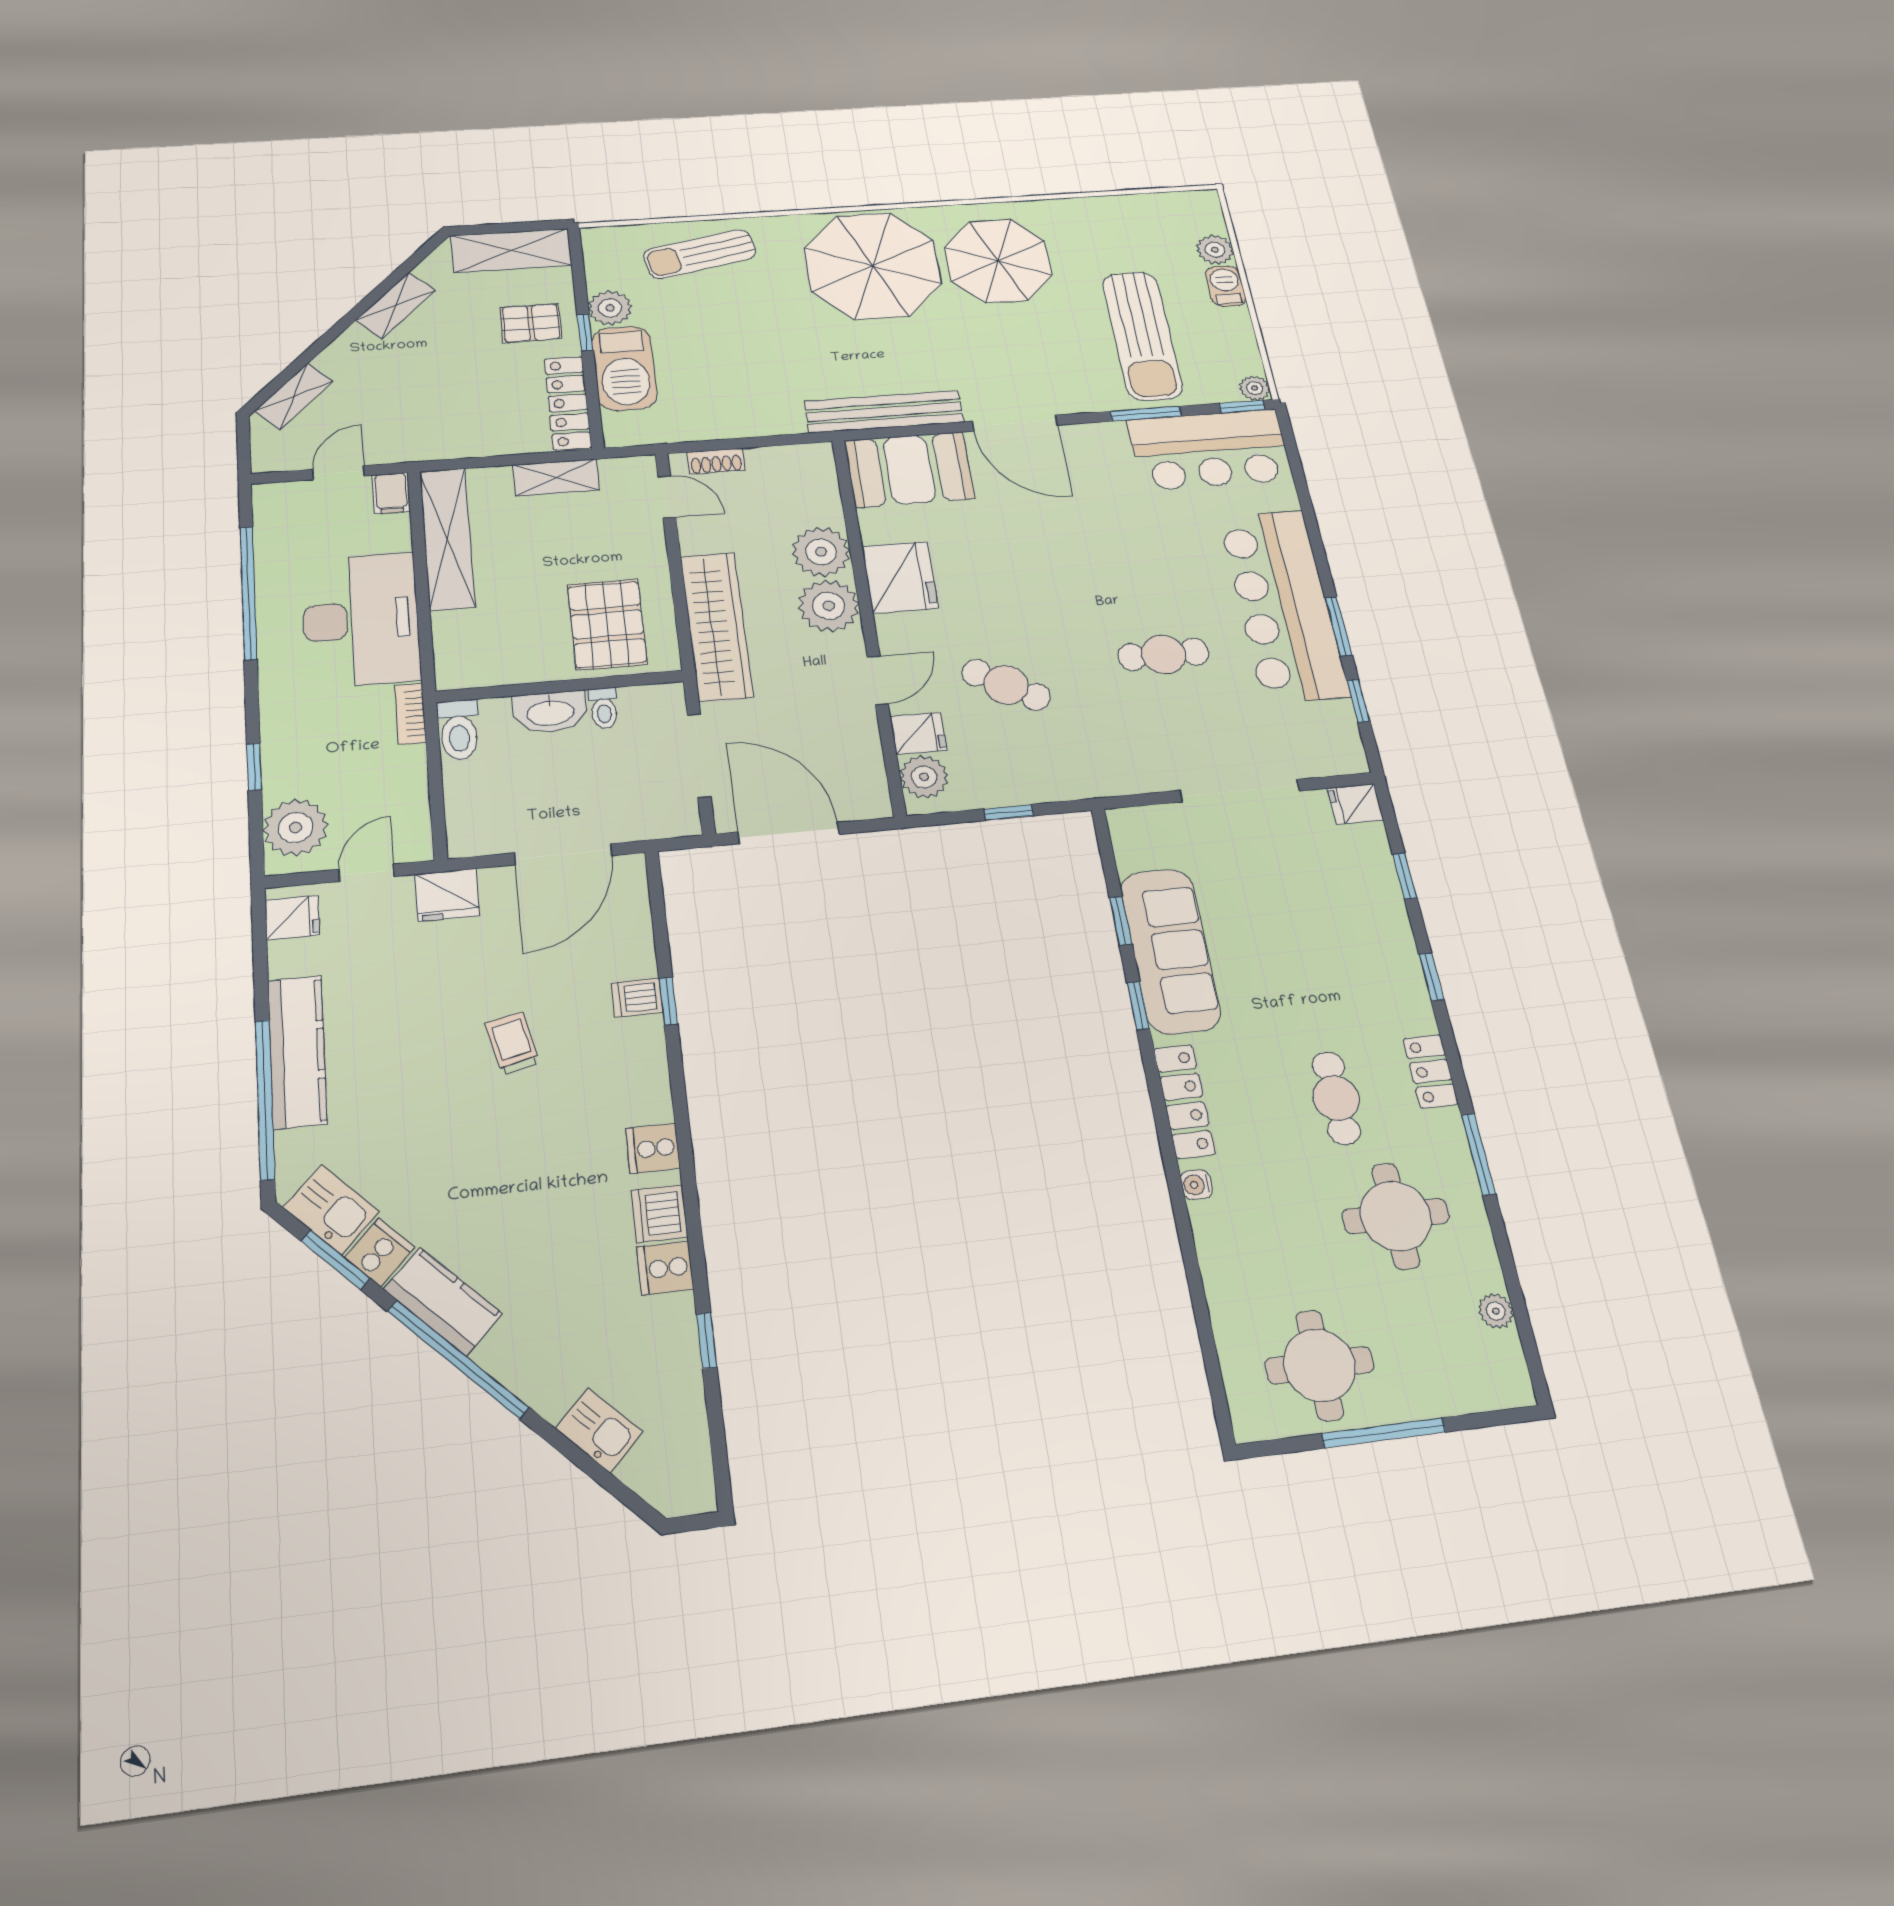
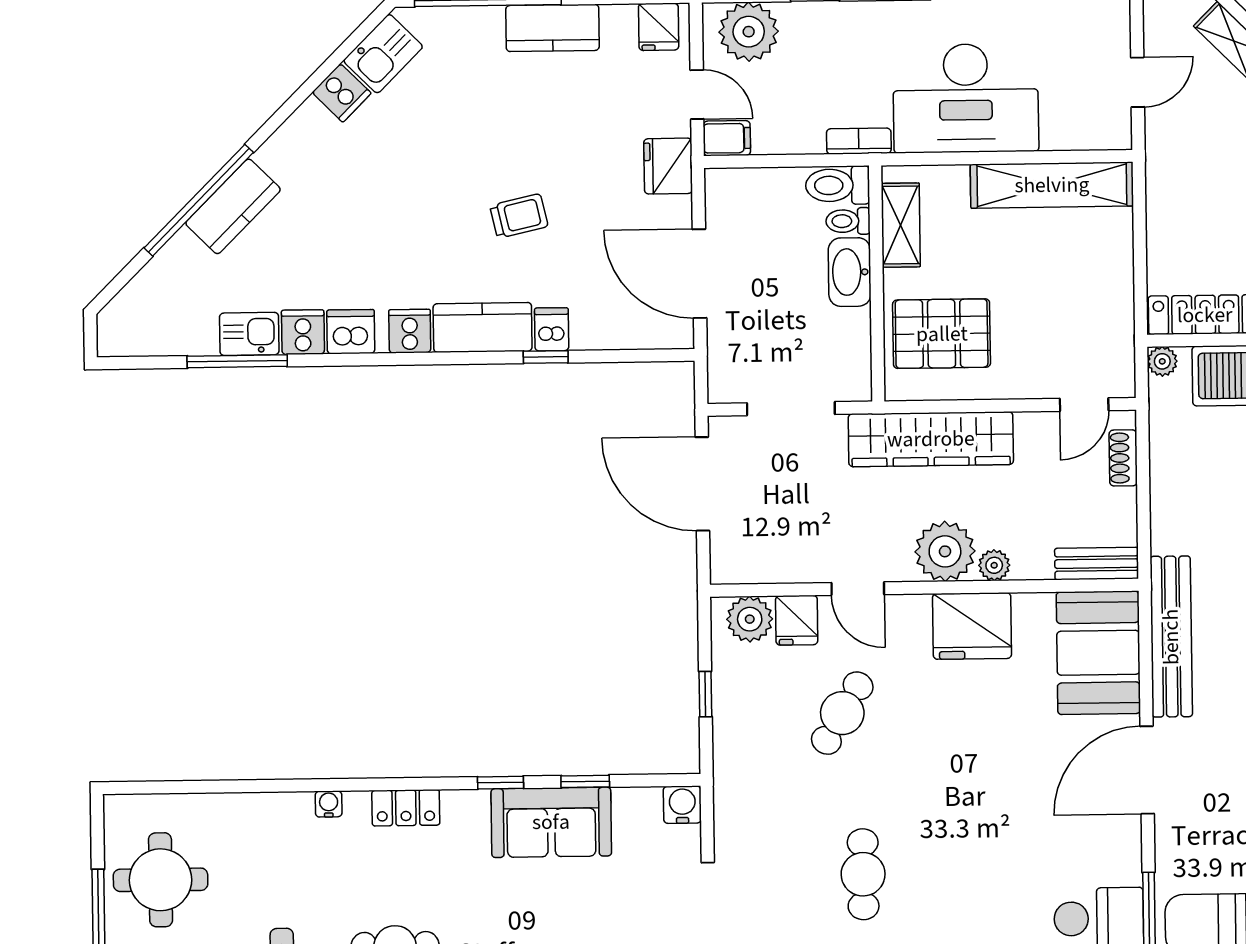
plant: (617, 435) -> (1162, 361), added
door: (339, 473) -> (1138, 82), hinge flipped
shelving: (556, 477) -> (901, 225), moved
bench: (823, 477) -> (1097, 564), added
filing cabinet: (391, 493) -> (727, 138), moved, turned 180
plant: (821, 552) -> (994, 565), width x0.53, depth x0.53
toilet: (604, 708) -> (848, 221), moved
water cooler: (1127, 825) -> (682, 805), added
door: (788, 833) -> (702, 484), swing flipped
sofa: (1170, 951) -> (551, 822), width x0.73
kitchen counter: (297, 1052) -> (553, 28), width x0.67
kitchen counter: (641, 1070) -> (483, 327), added
locker: (1184, 1101) -> (406, 808), width x0.66
window: (335, 1260) -> (339, 56), removed
kitchen counter: (443, 1301) -> (233, 206), moved
window: (707, 1341) -> (237, 361), width x2.17
window: (458, 1359) -> (199, 200), moved
kitchen sink: (599, 1430) -> (249, 334), moved, turned -135

